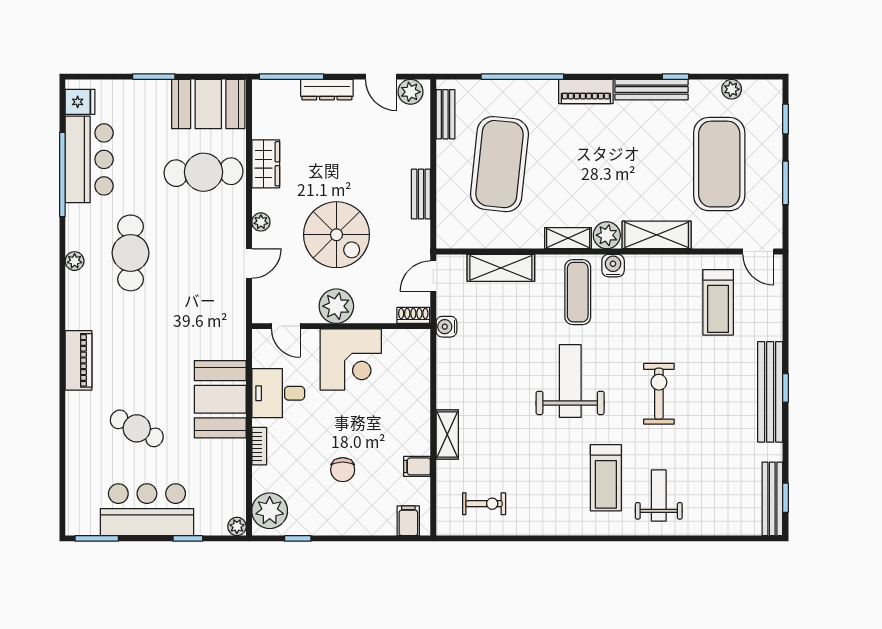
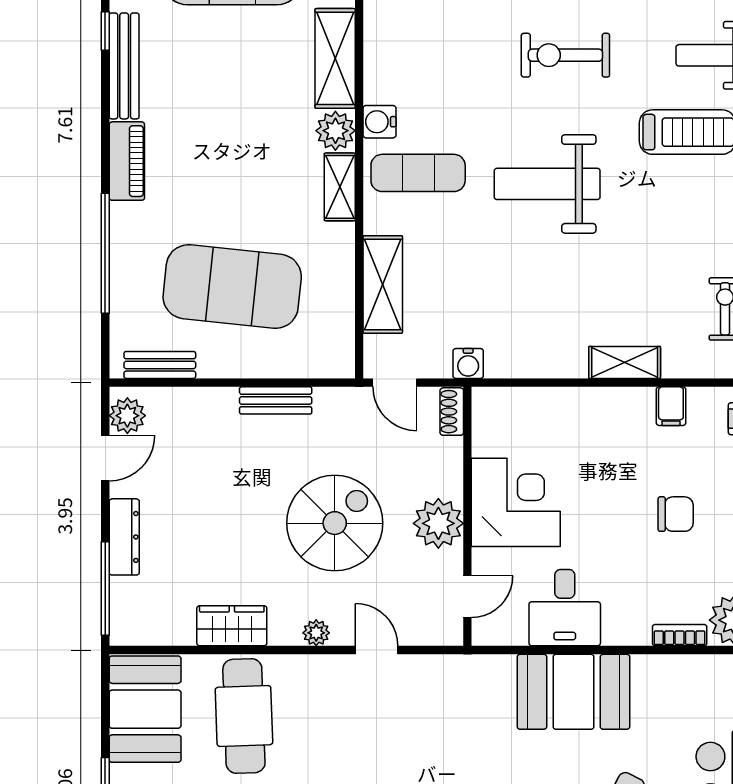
bookcase: (259, 446) -> (680, 635), moved

